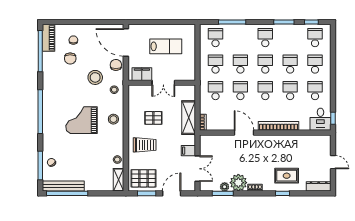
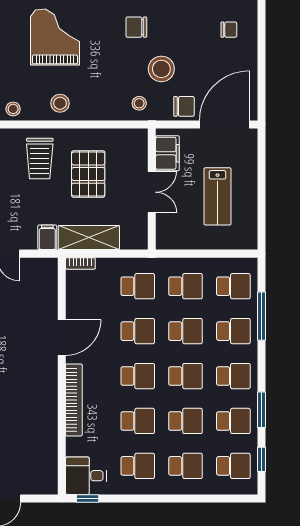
school desk: (240, 38) -> (233, 331), added
school desk: (290, 38) -> (233, 421), added
chair: (70, 58) -> (136, 27), moved
double door: (163, 83) -> (152, 192), swing flipped
pallet: (153, 118) -> (88, 174), width x1.50, depth x1.42
stool: (113, 119) -> (60, 103), moved
grand piano: (81, 120) -> (55, 37), moved
filing cabinet: (188, 151) -> (47, 237), moved

